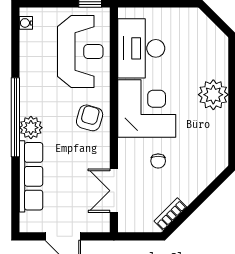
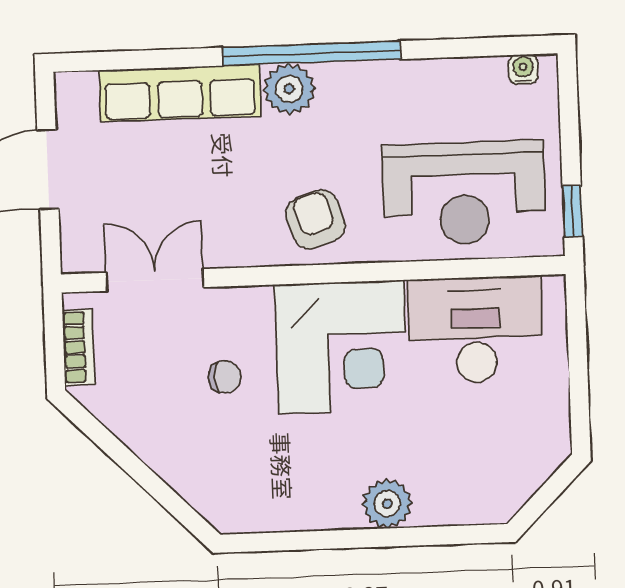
plant: (213, 95) -> (387, 504), width x0.73, depth x0.73
armchair: (90, 118) -> (316, 219), turned -124
chair: (158, 161) -> (225, 377), turned 180
bookcase: (170, 214) -> (78, 347), moved, turned 45

